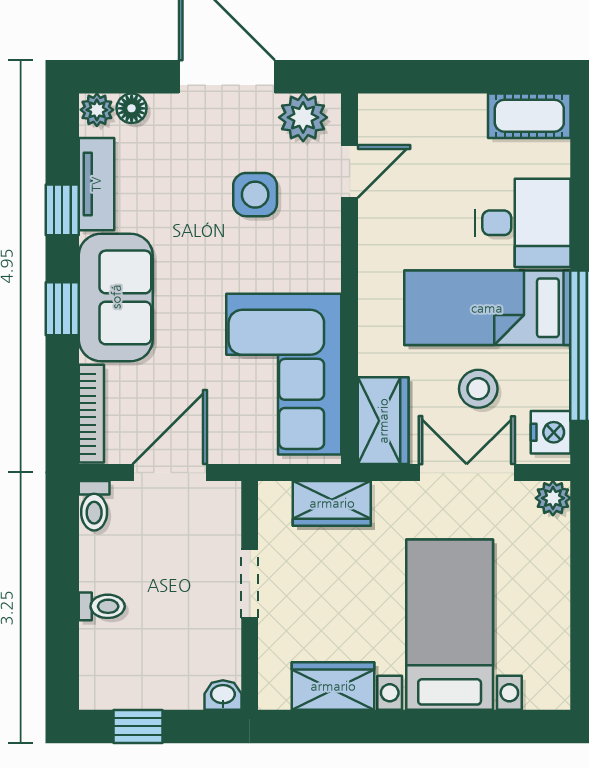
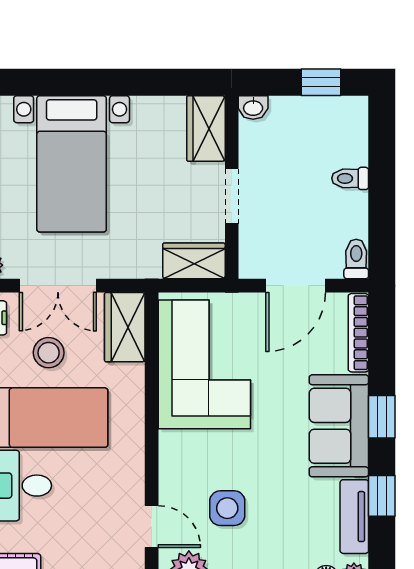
door: (350, 171) -> (152, 527), swing flipped
wardrobe: (332, 503) -> (194, 261), moved
wardrobe: (333, 686) -> (206, 129), moved, turned 90

